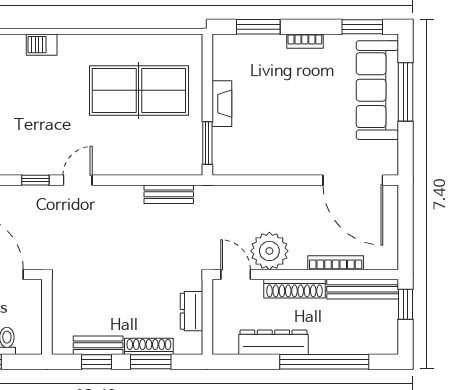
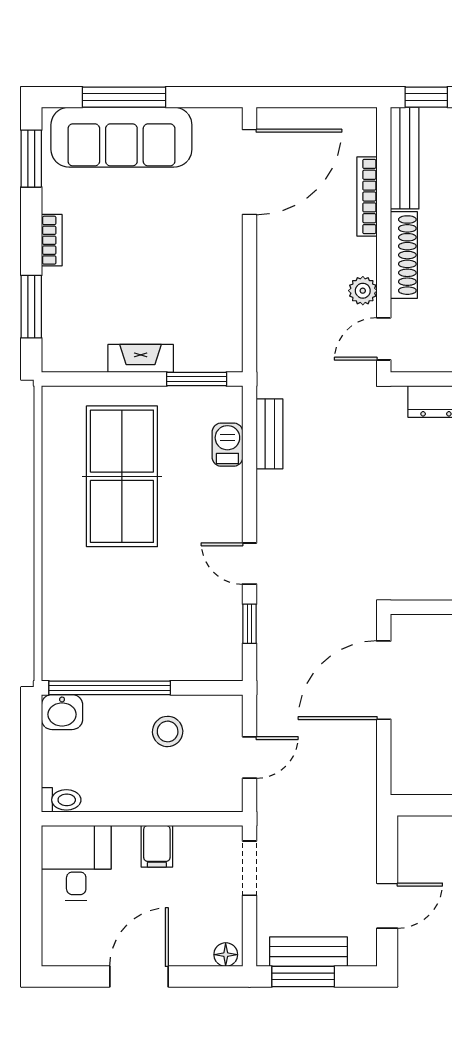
barbecue: (42, 45) -> (227, 445), moved, turned 180
plant: (269, 251) -> (363, 291), width x0.53, depth x0.53

